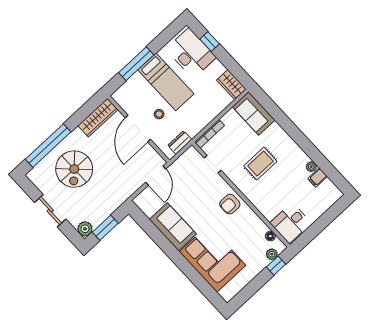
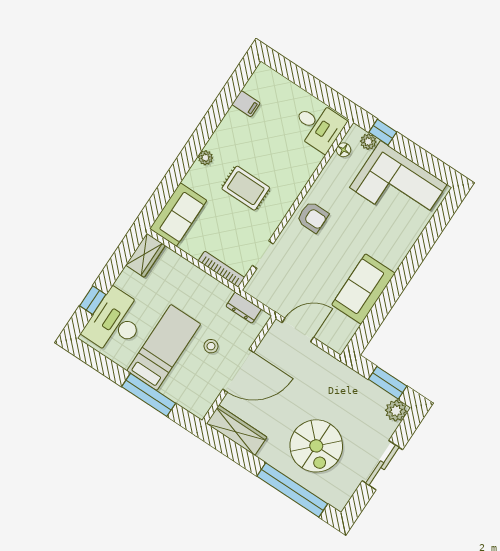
plant: (311, 167) -> (205, 158), moved
spiral stairs: (74, 169) -> (316, 446), turned 90
corner sofa: (213, 259) -> (398, 186), moved, turned -90

